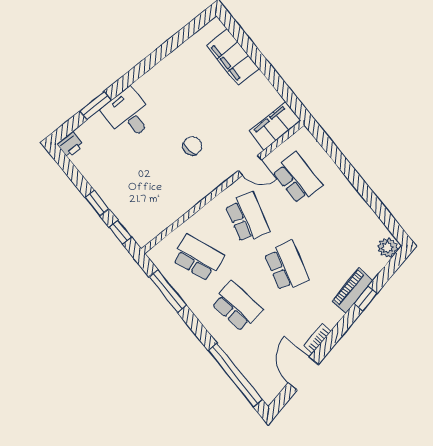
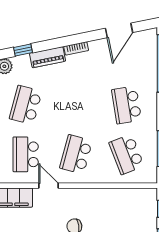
school desk: (287, 266) -> (26, 105), moved
window: (366, 298) -> (23, 50), moved
bookcase: (317, 339) -> (76, 48), moved

